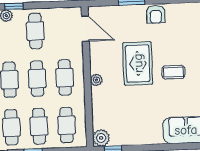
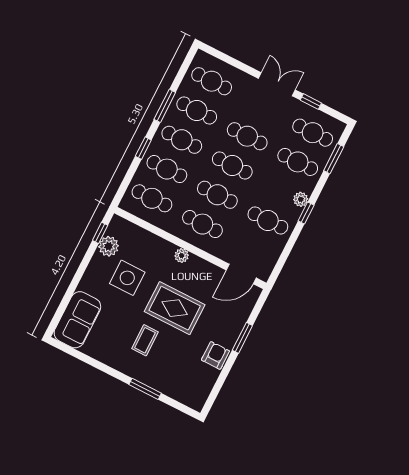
armchair: (156, 14) -> (215, 355), turned 90
side table: (135, 111) -> (127, 278), added
plant: (101, 138) -> (109, 246), moved

